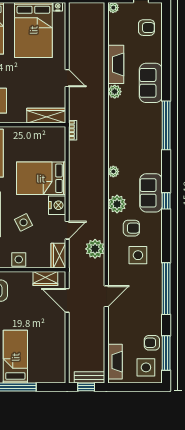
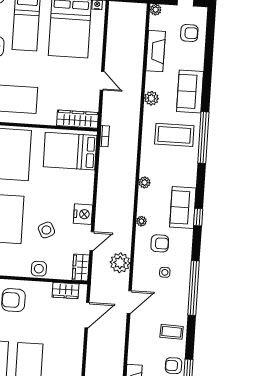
fireplace: (116, 64) -> (156, 51), moved
coffee table: (139, 125) -> (174, 135), added
bed: (41, 178) -> (70, 151), moved
plant: (117, 204) -> (141, 221), width x0.53, depth x0.53
side table: (138, 255) -> (165, 272), width x0.54, depth x0.54
window: (166, 289) -> (194, 288), moved
door: (106, 296) -> (129, 302), moved
door: (67, 300) -> (87, 315), swing flipped
coffee table: (148, 311) -> (172, 332), added

